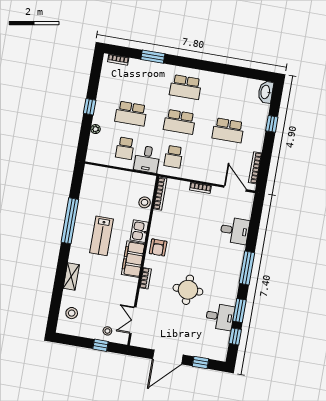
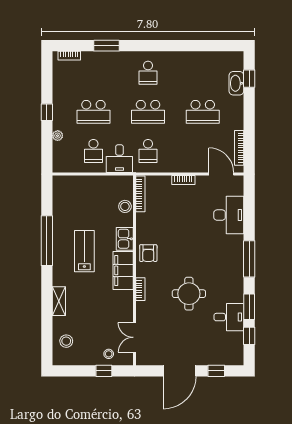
school desk: (186, 87) -> (148, 73), width x0.54
washbasin: (266, 92) -> (236, 83), moved
window: (272, 124) -> (249, 79), moved
desk: (235, 231) -> (229, 215), width x1.37
lab bench: (102, 236) -> (84, 251), turned 180

